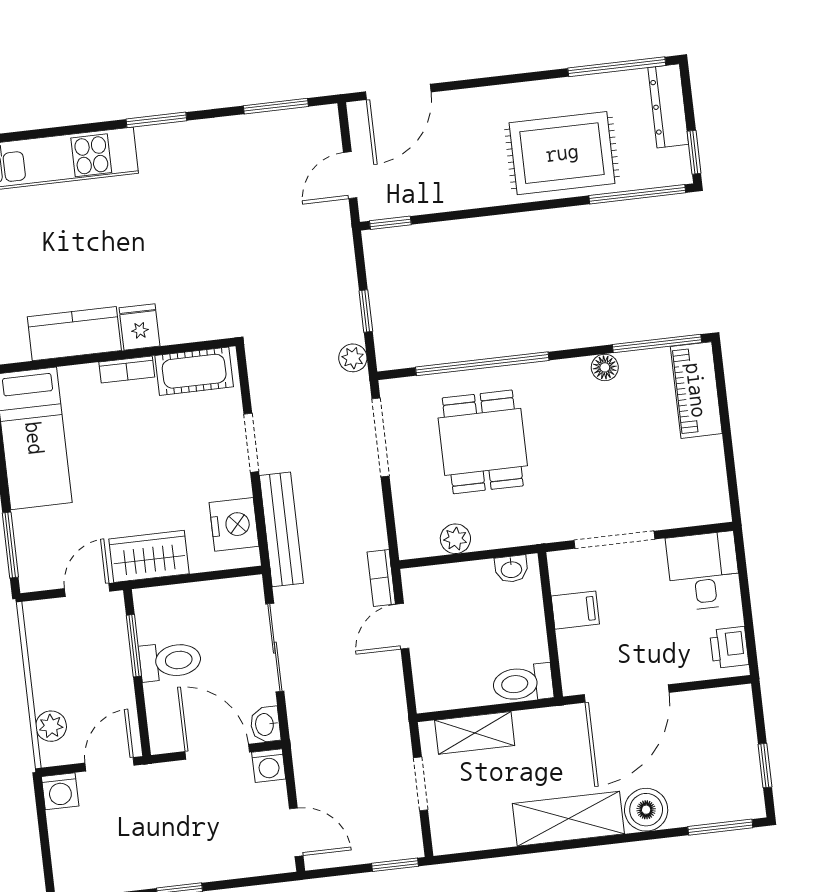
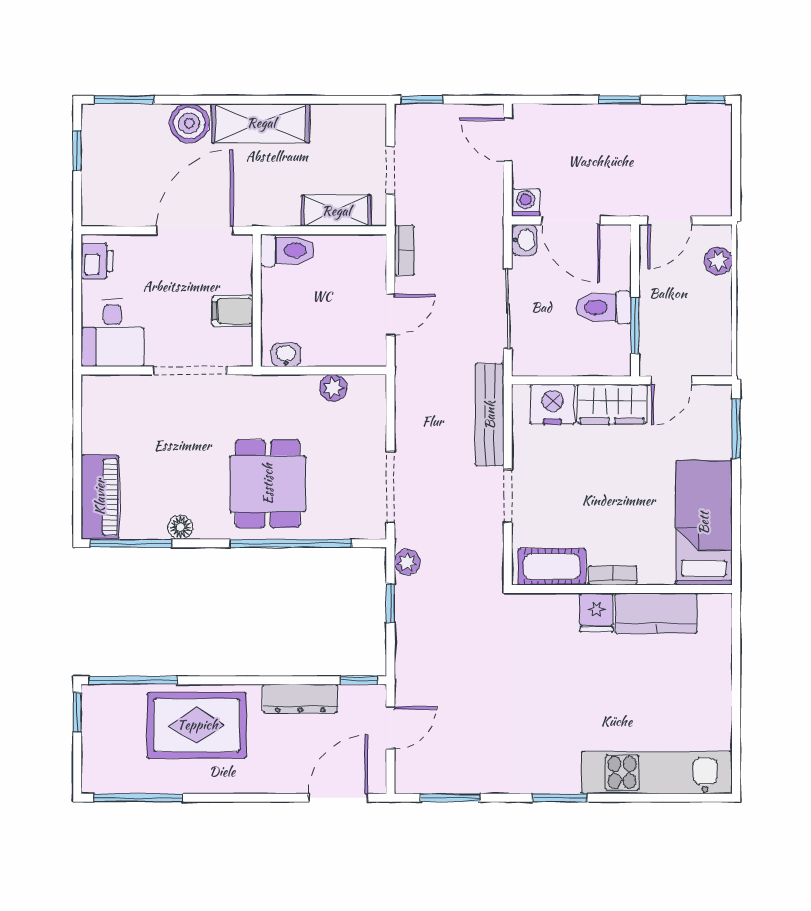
dresser: (668, 106) -> (300, 699), moved, turned 90
dining table: (483, 442) -> (268, 484), moved
nightstand: (234, 524) -> (552, 404), moved, turned 90
bookcase: (381, 578) -> (404, 250), moved
washing machine: (60, 791) -> (717, 201), removed

